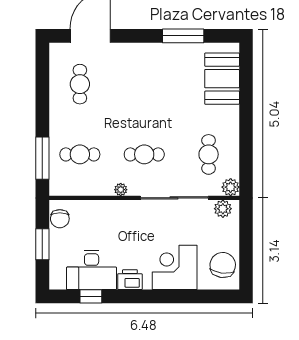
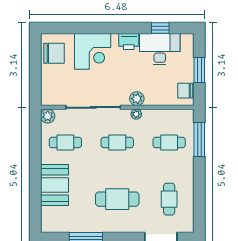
booth: (222, 79) -> (54, 185), moved
cafe table: (144, 84) -> (117, 199), added
cafe table: (209, 154) -> (65, 142), turned 90
plant: (223, 209) -> (137, 99), moved
chair: (60, 219) -> (185, 91), turned -90
chair: (223, 265) -> (54, 53), turned -97

